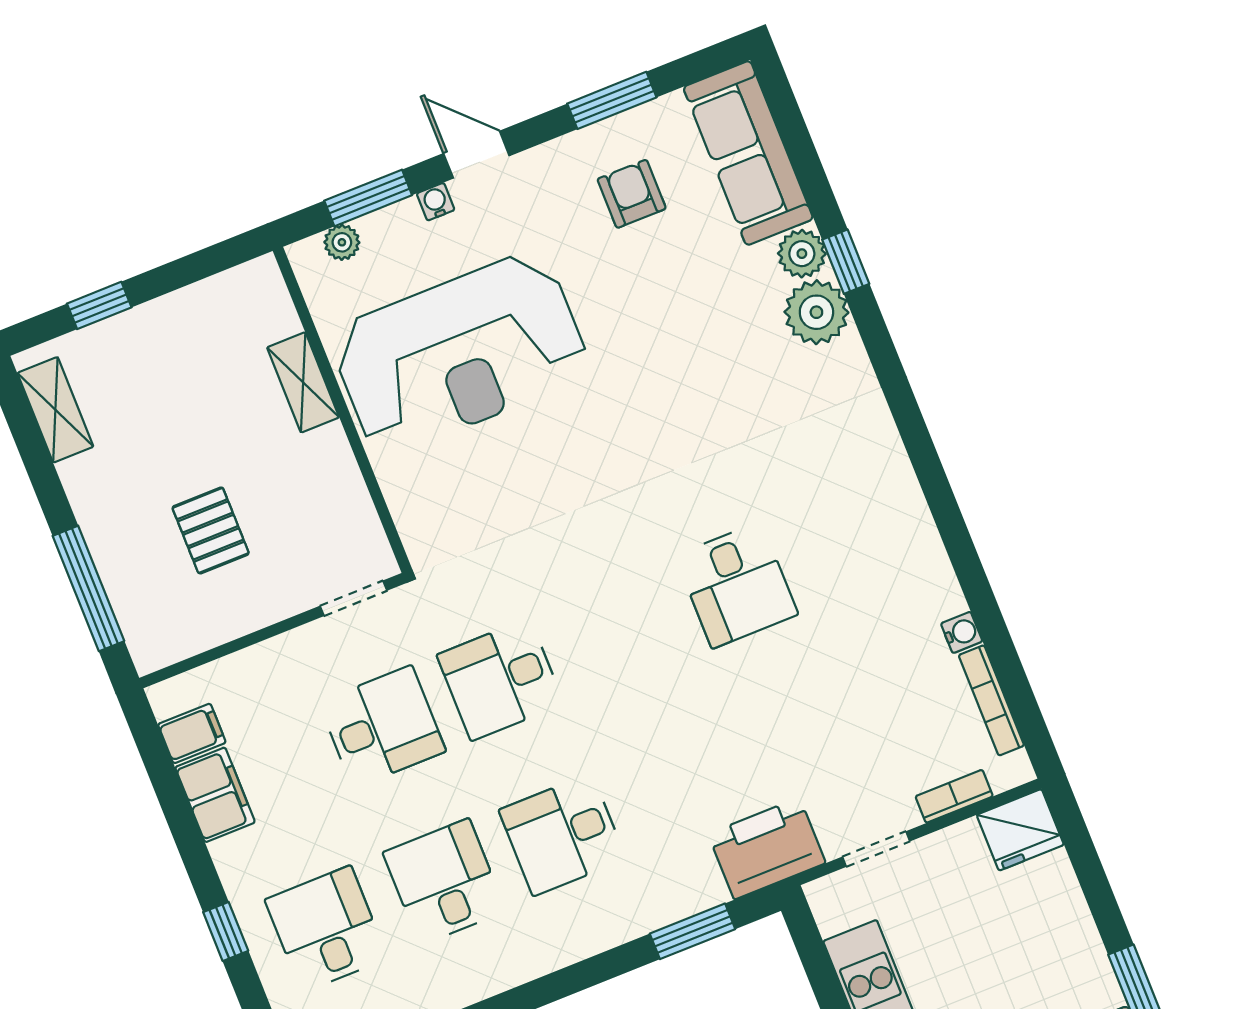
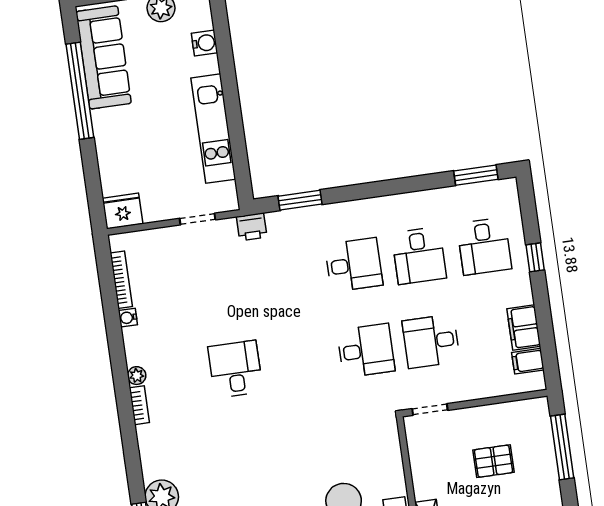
plant: (919, 528) -> (137, 376), added
pallet: (211, 530) -> (494, 461), turned 90
bookcase: (954, 796) -> (139, 405), moved, turned -90
printer: (767, 848) -> (252, 227), width x0.53, depth x0.68

